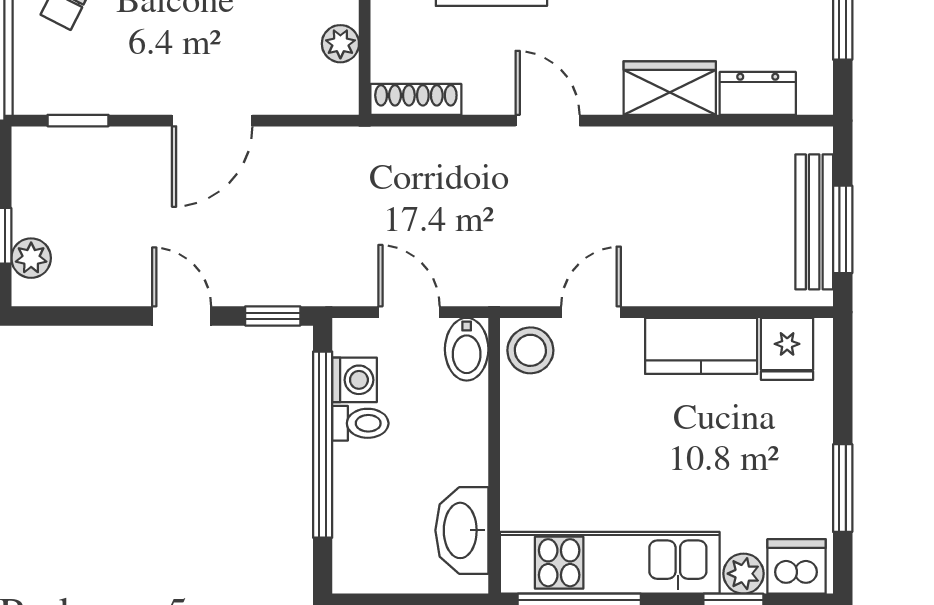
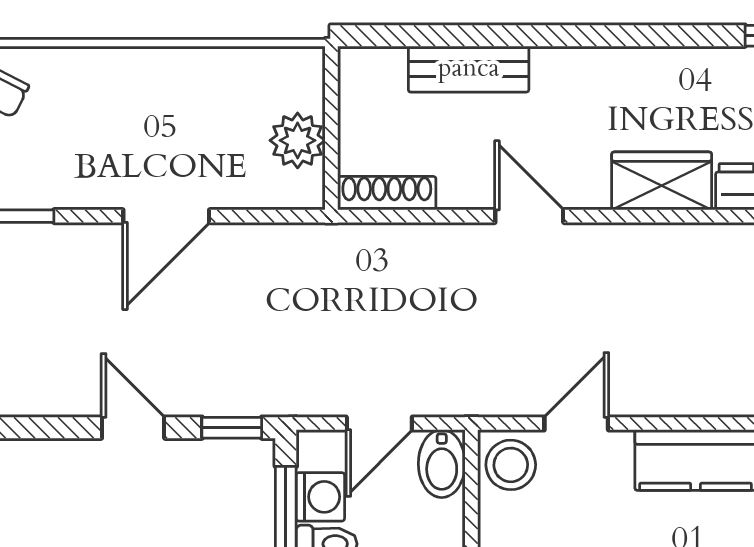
plant: (340, 44) -> (298, 140), width x1.38, depth x1.38
door: (409, 312) -> (379, 424), swing flipped

